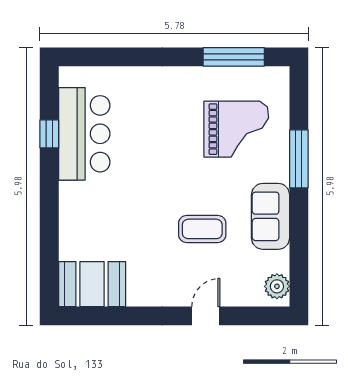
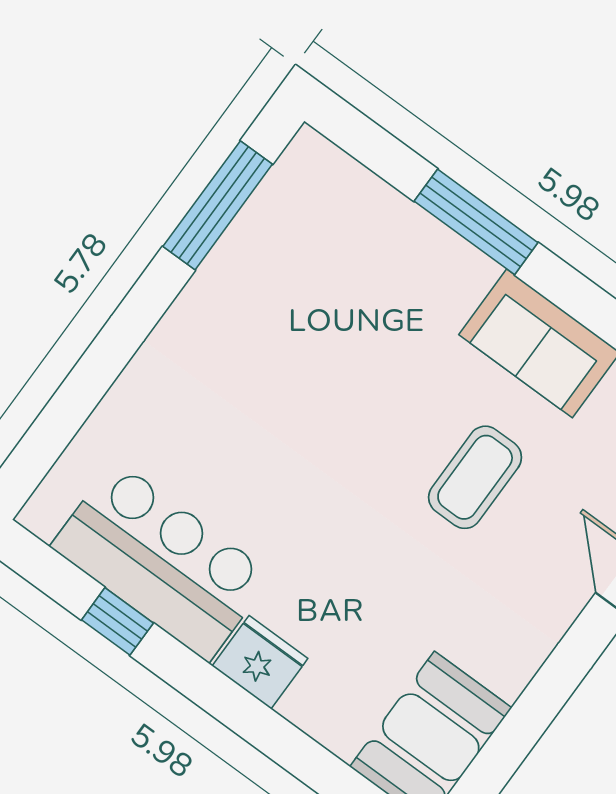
grand piano: (236, 129) -> (346, 292), removed
fridge: (73, 199) -> (260, 662), added

